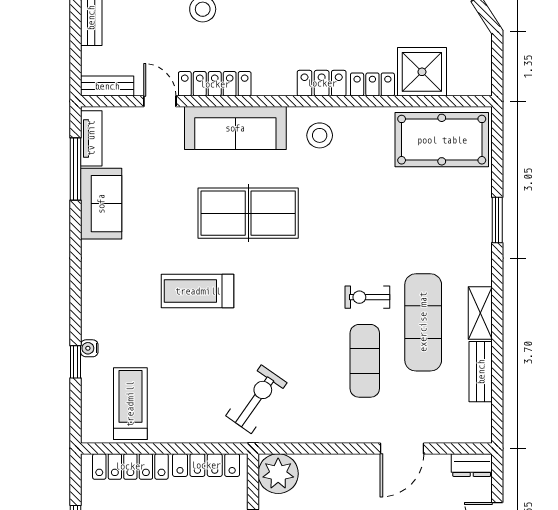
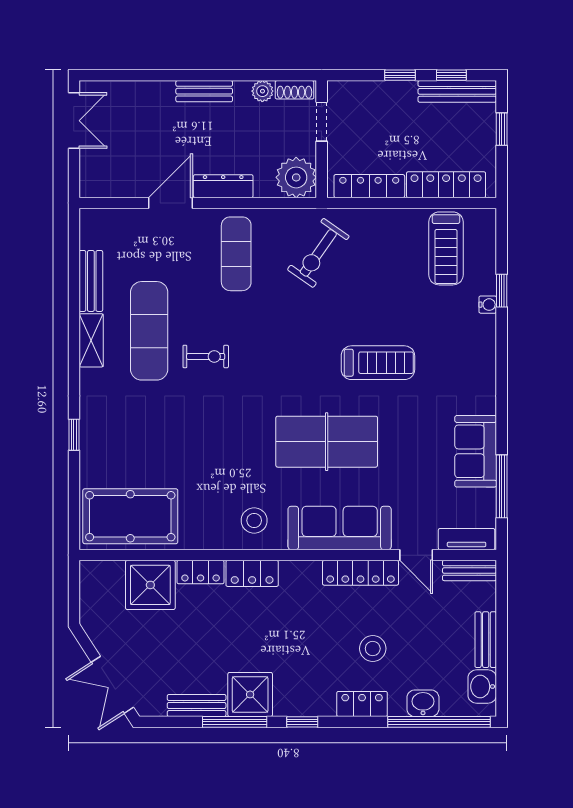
tv unit: (91, 138) -> (467, 539), moved, turned 90
window: (497, 220) -> (74, 435), width x0.67
exercise mat: (365, 361) -> (236, 254), moved
dresser: (472, 465) -> (223, 186), moved, width x1.44

